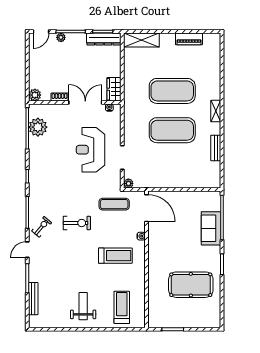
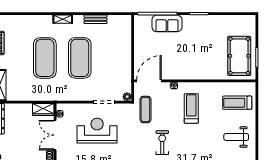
reception desk: (90, 150) -> (97, 131), turned 180
pool table: (191, 285) -> (239, 56), moved

